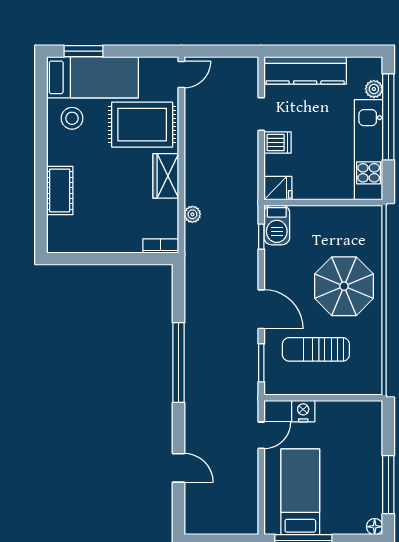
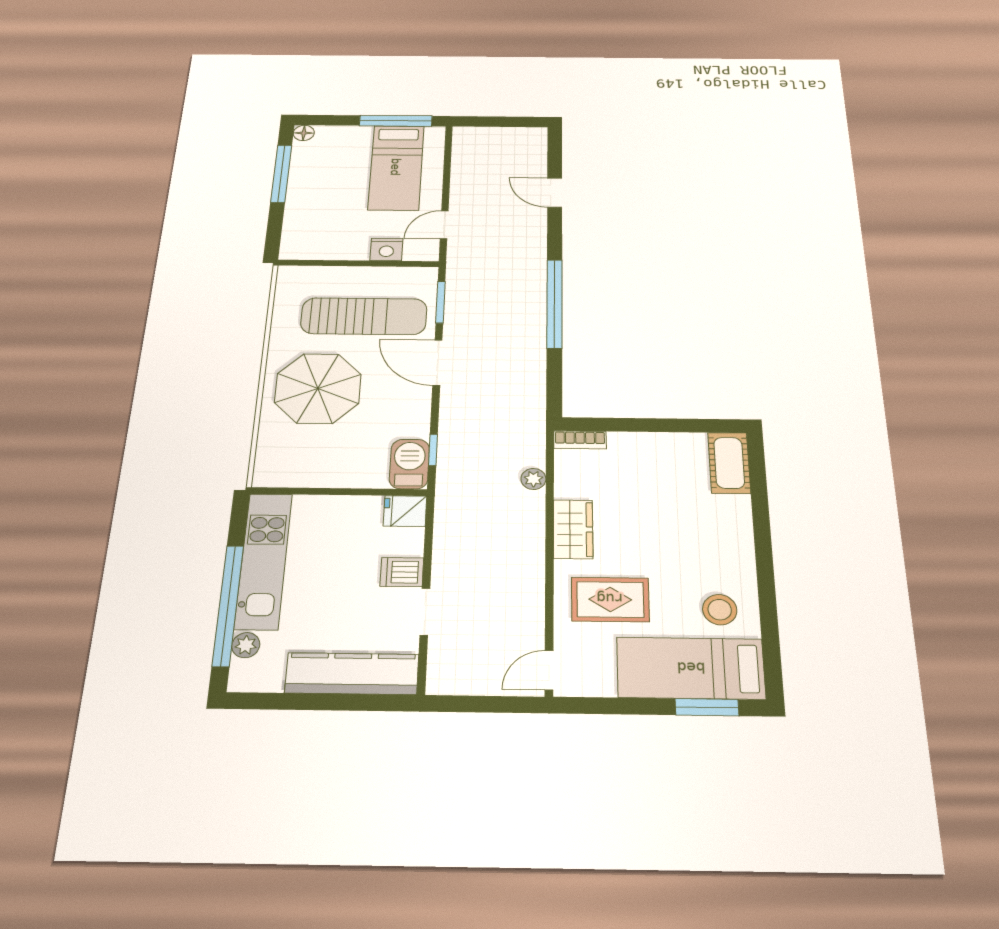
rug: (142, 125) -> (610, 599), width x0.73, depth x0.70
cot: (60, 190) -> (729, 463), moved
sun lounger: (316, 349) -> (364, 316), width x1.36, depth x1.34

